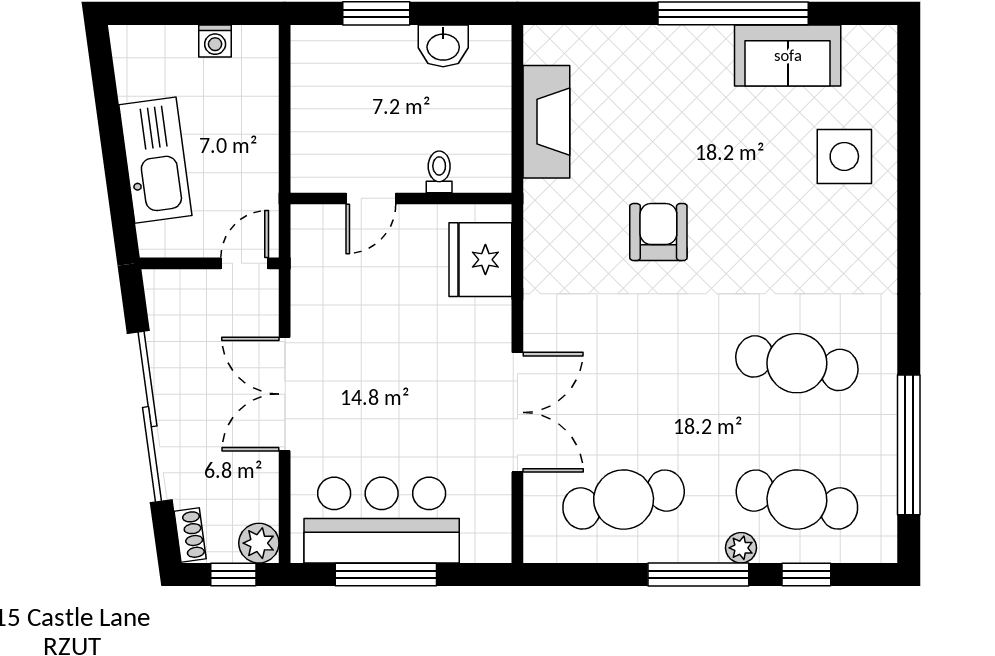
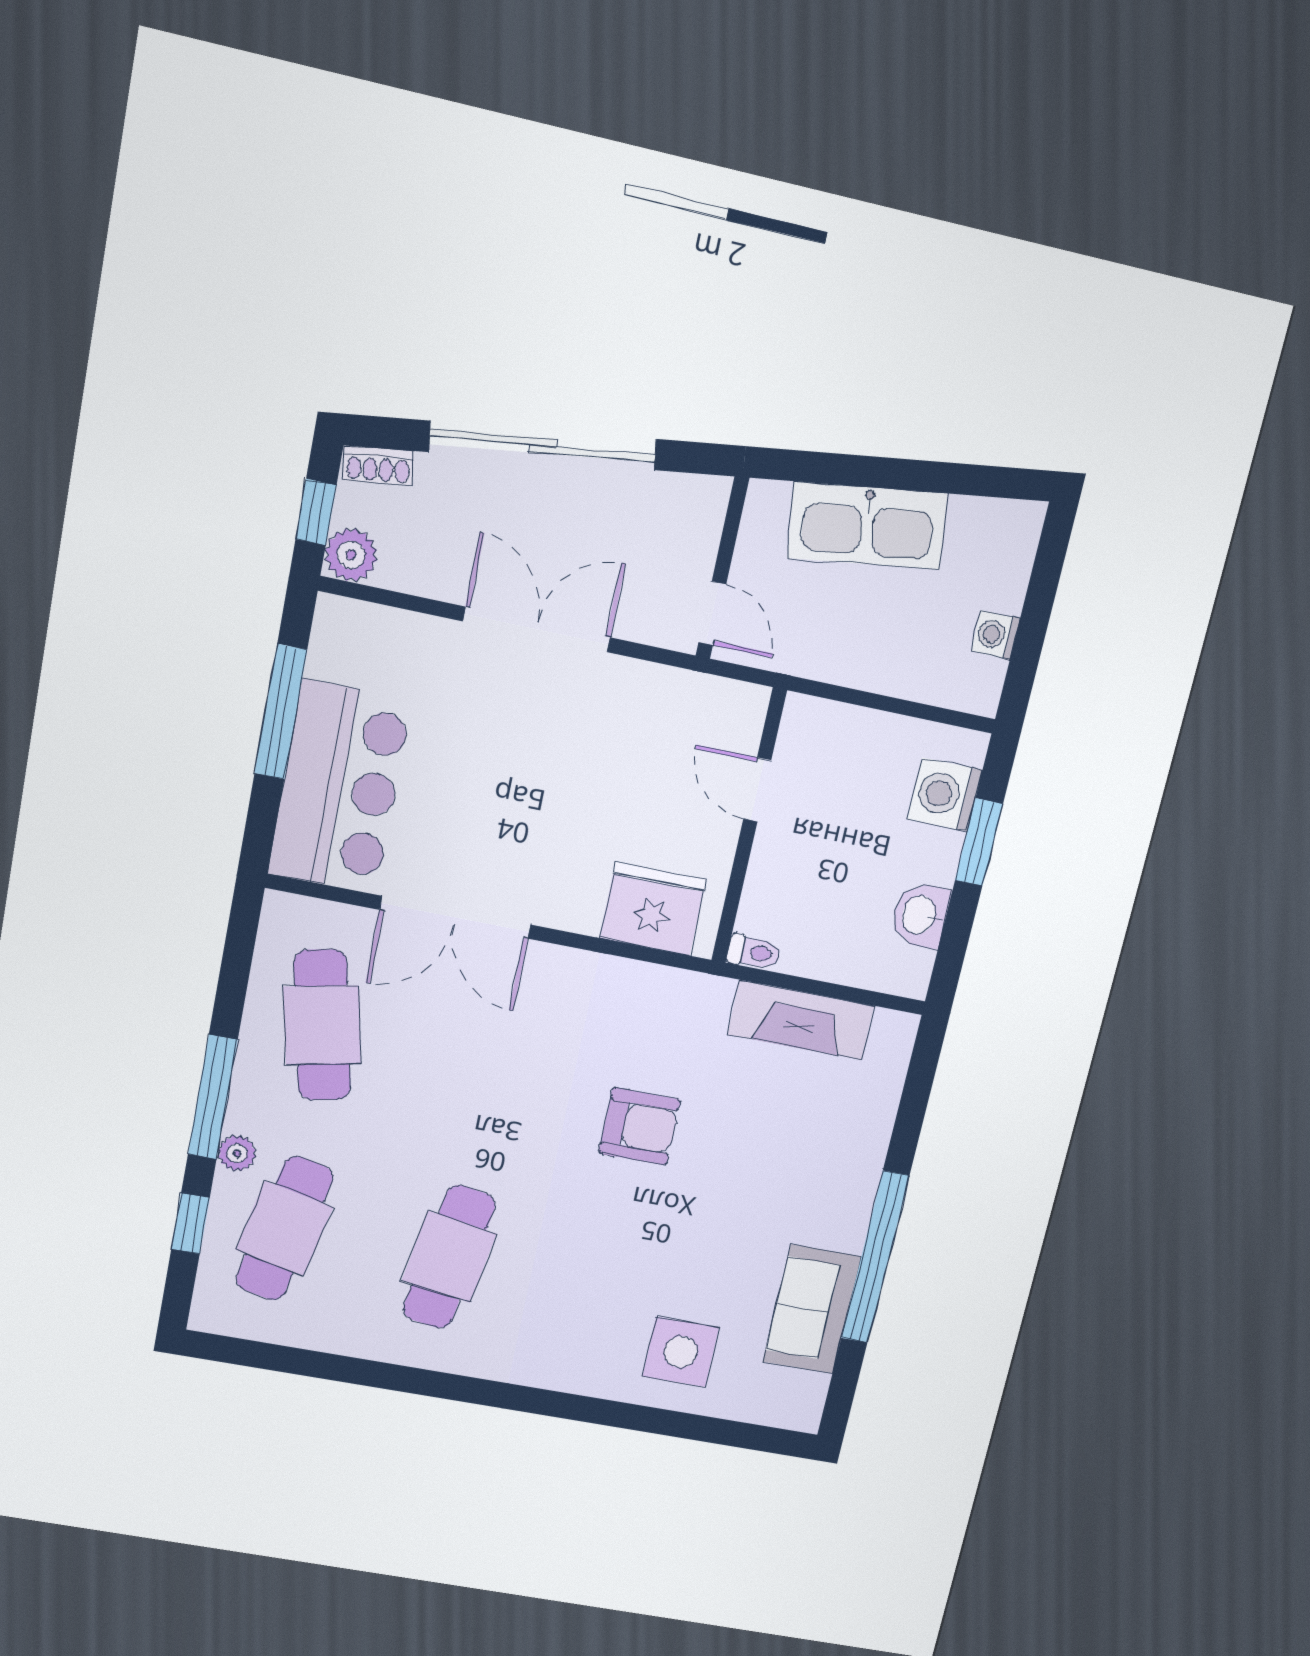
washing machine: (345, 50) -> (945, 795), added
toilet: (439, 172) -> (754, 952), moved
window: (909, 445) -> (326, 1366), removed
bar counter: (382, 520) -> (340, 787), moved

